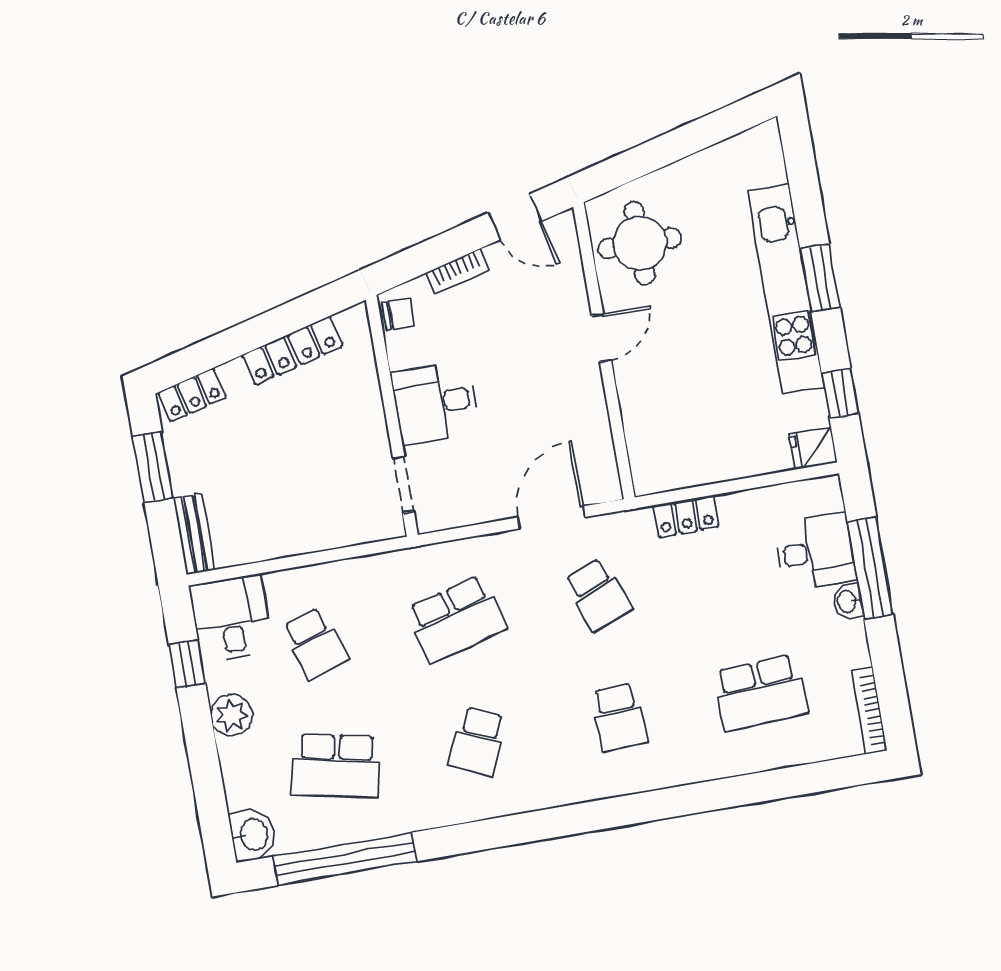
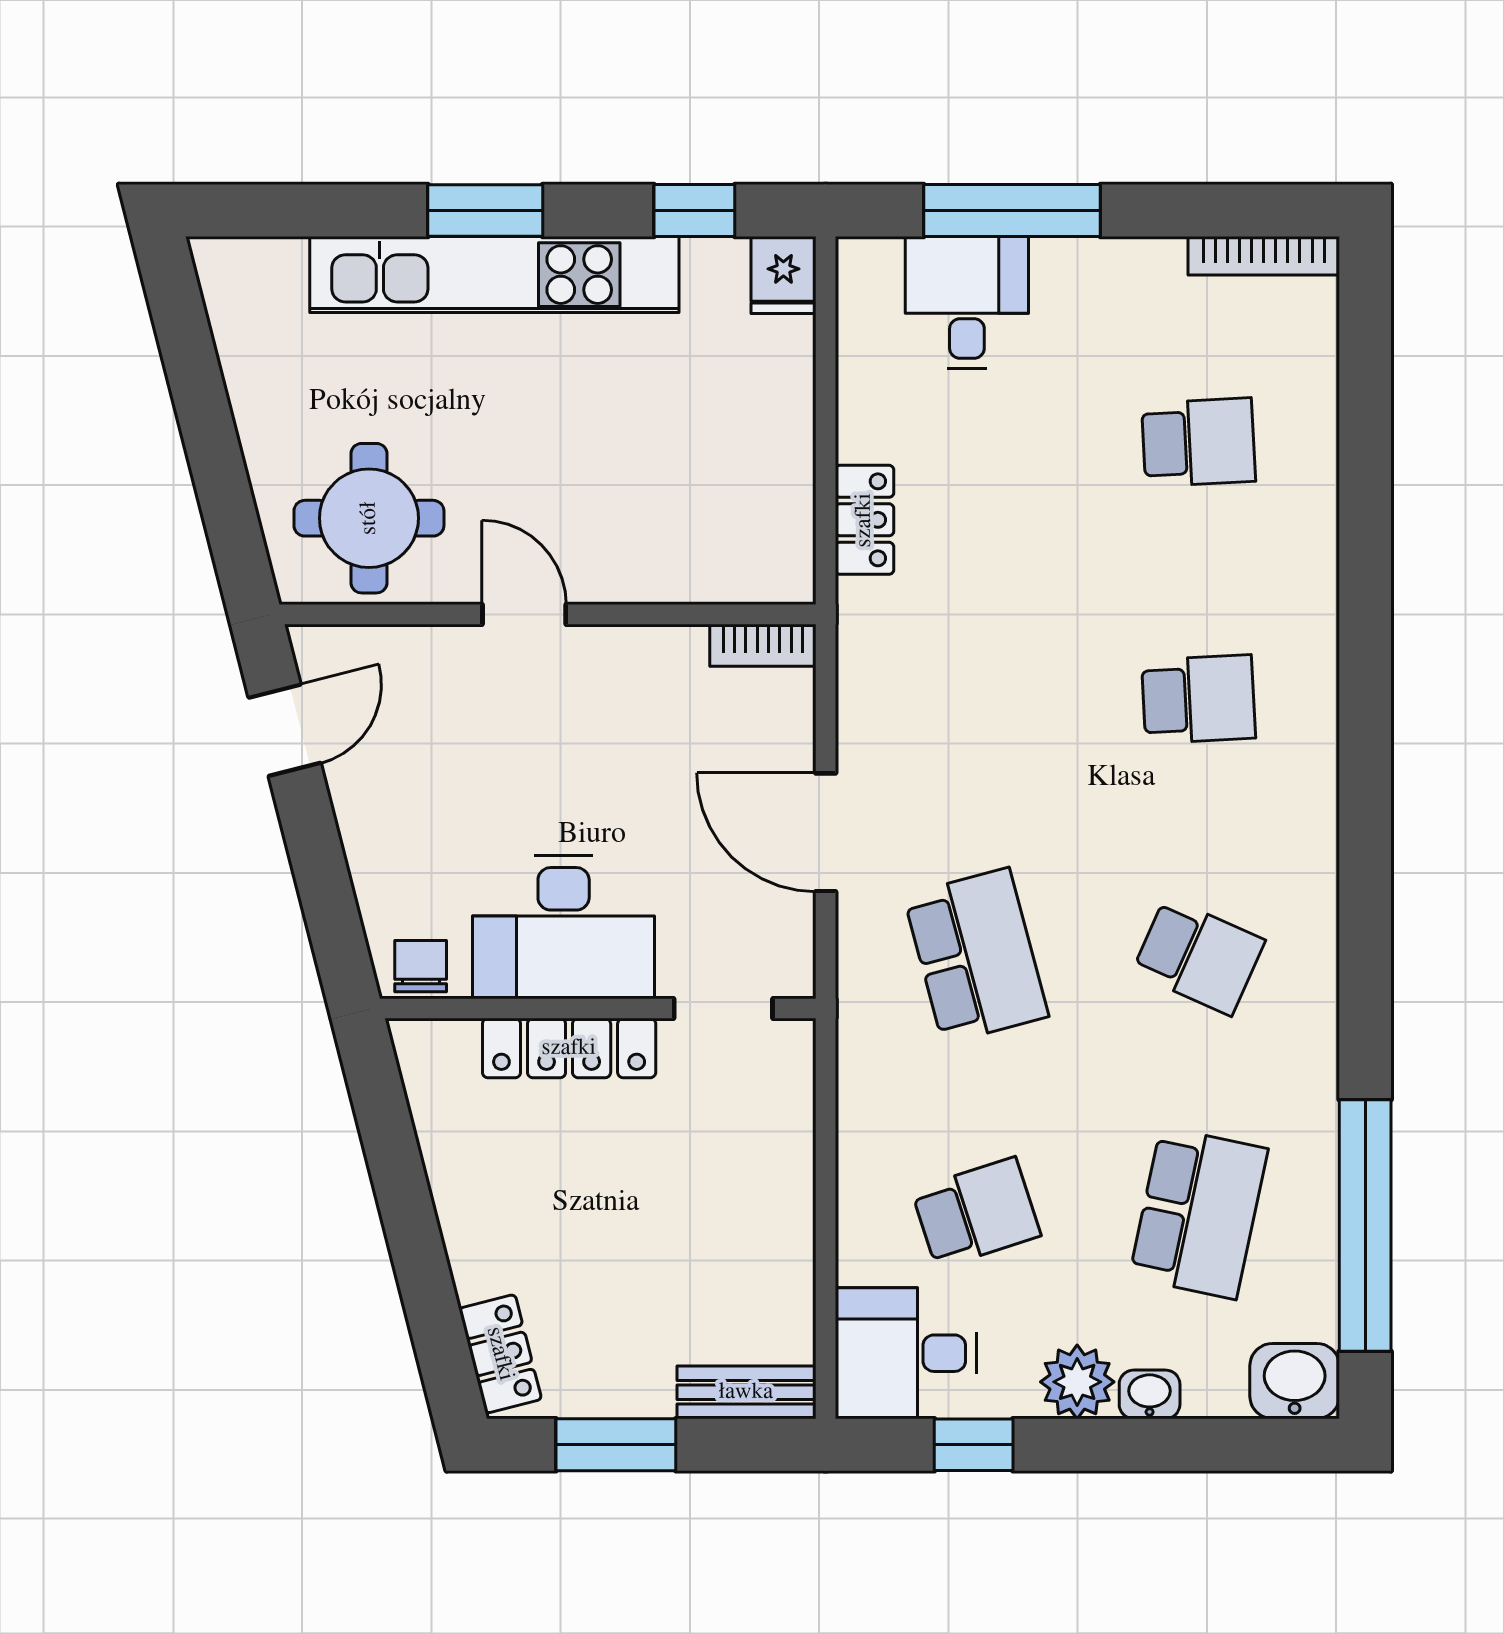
bookcase: (457, 271) -> (763, 645), moved, turned 104
locker: (292, 351) -> (569, 1048), moved, turned 104
desk: (435, 403) -> (564, 927), width x1.37
door: (551, 517) -> (826, 832), moved
school desk: (598, 595) -> (976, 699), removed
washbasin: (847, 601) -> (1150, 1394), moved, turned 180
school desk: (760, 693) -> (1199, 442), width x0.54

